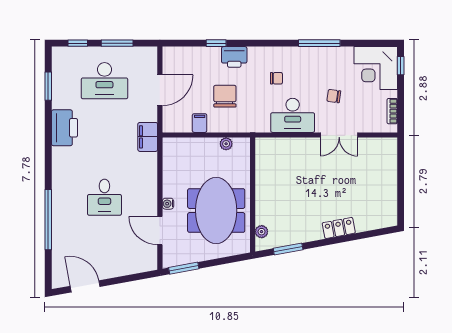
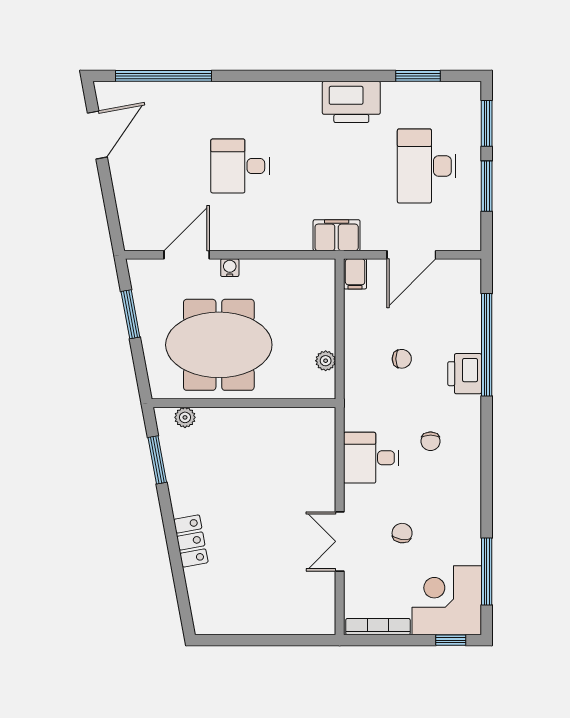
window: (78, 43) -> (487, 123), width x1.50
window: (216, 43) -> (487, 345), width x3.17
window: (319, 43) -> (487, 571), moved
door: (160, 90) -> (411, 255), hinge flipped
chair: (225, 96) -> (402, 359), width x0.54, depth x0.54
bookcase: (392, 111) -> (378, 627), width x1.56
desk: (293, 115) -> (371, 458), width x0.73
filing cabinet: (200, 123) -> (355, 274), moved, turned 90
window: (48, 220) -> (163, 76), moved
window: (184, 268) -> (130, 314), moved

